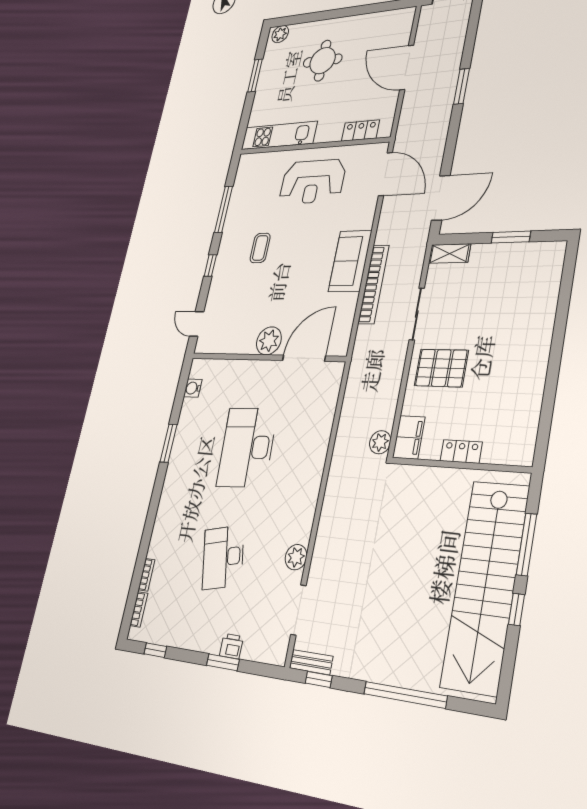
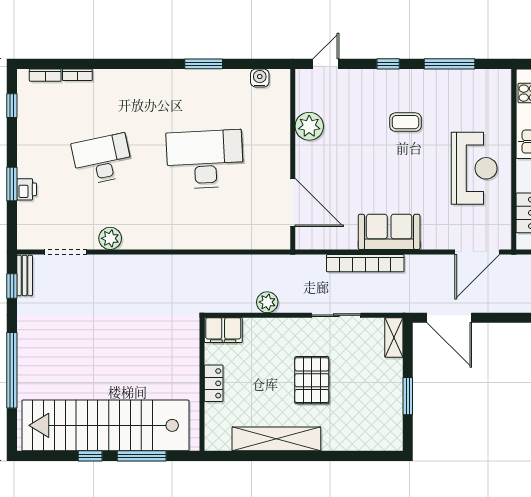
reception desk: (312, 182) -> (474, 168), turned 180
plant: (269, 341) -> (309, 126), moved
pallet: (441, 368) -> (312, 380), moved
shelving: (533, 382) -> (276, 439), added
plant: (380, 442) -> (267, 302), moved

